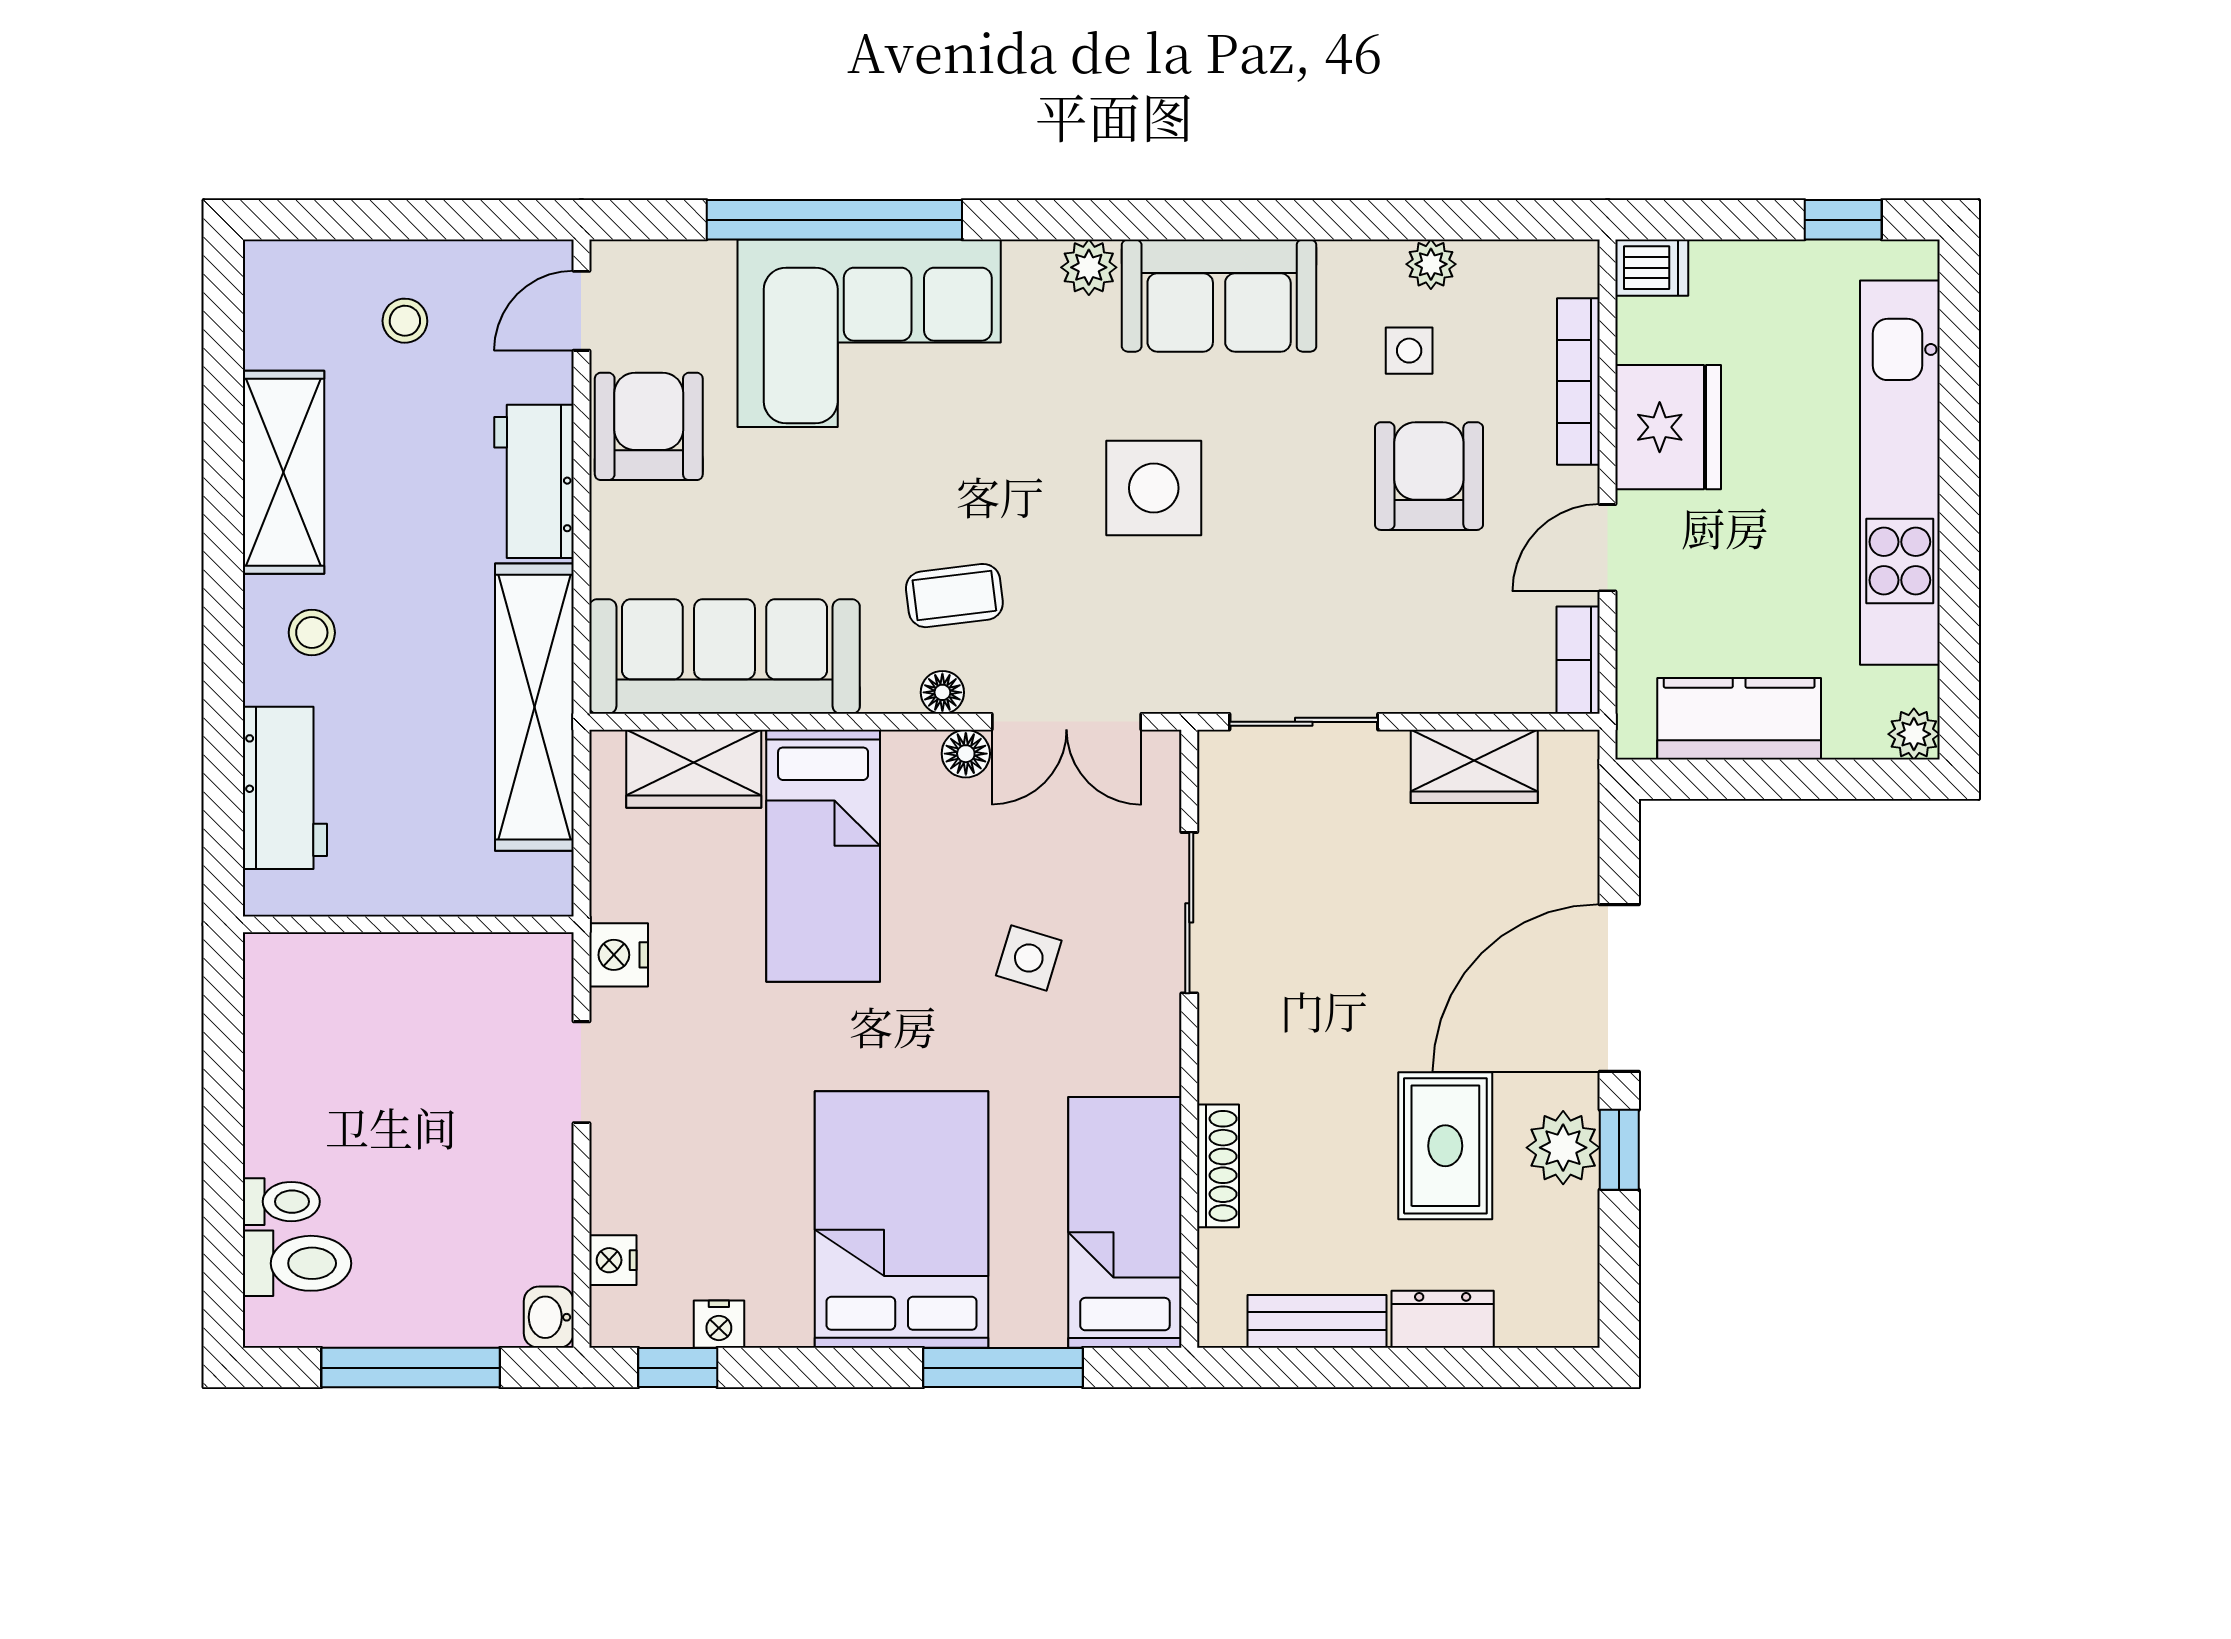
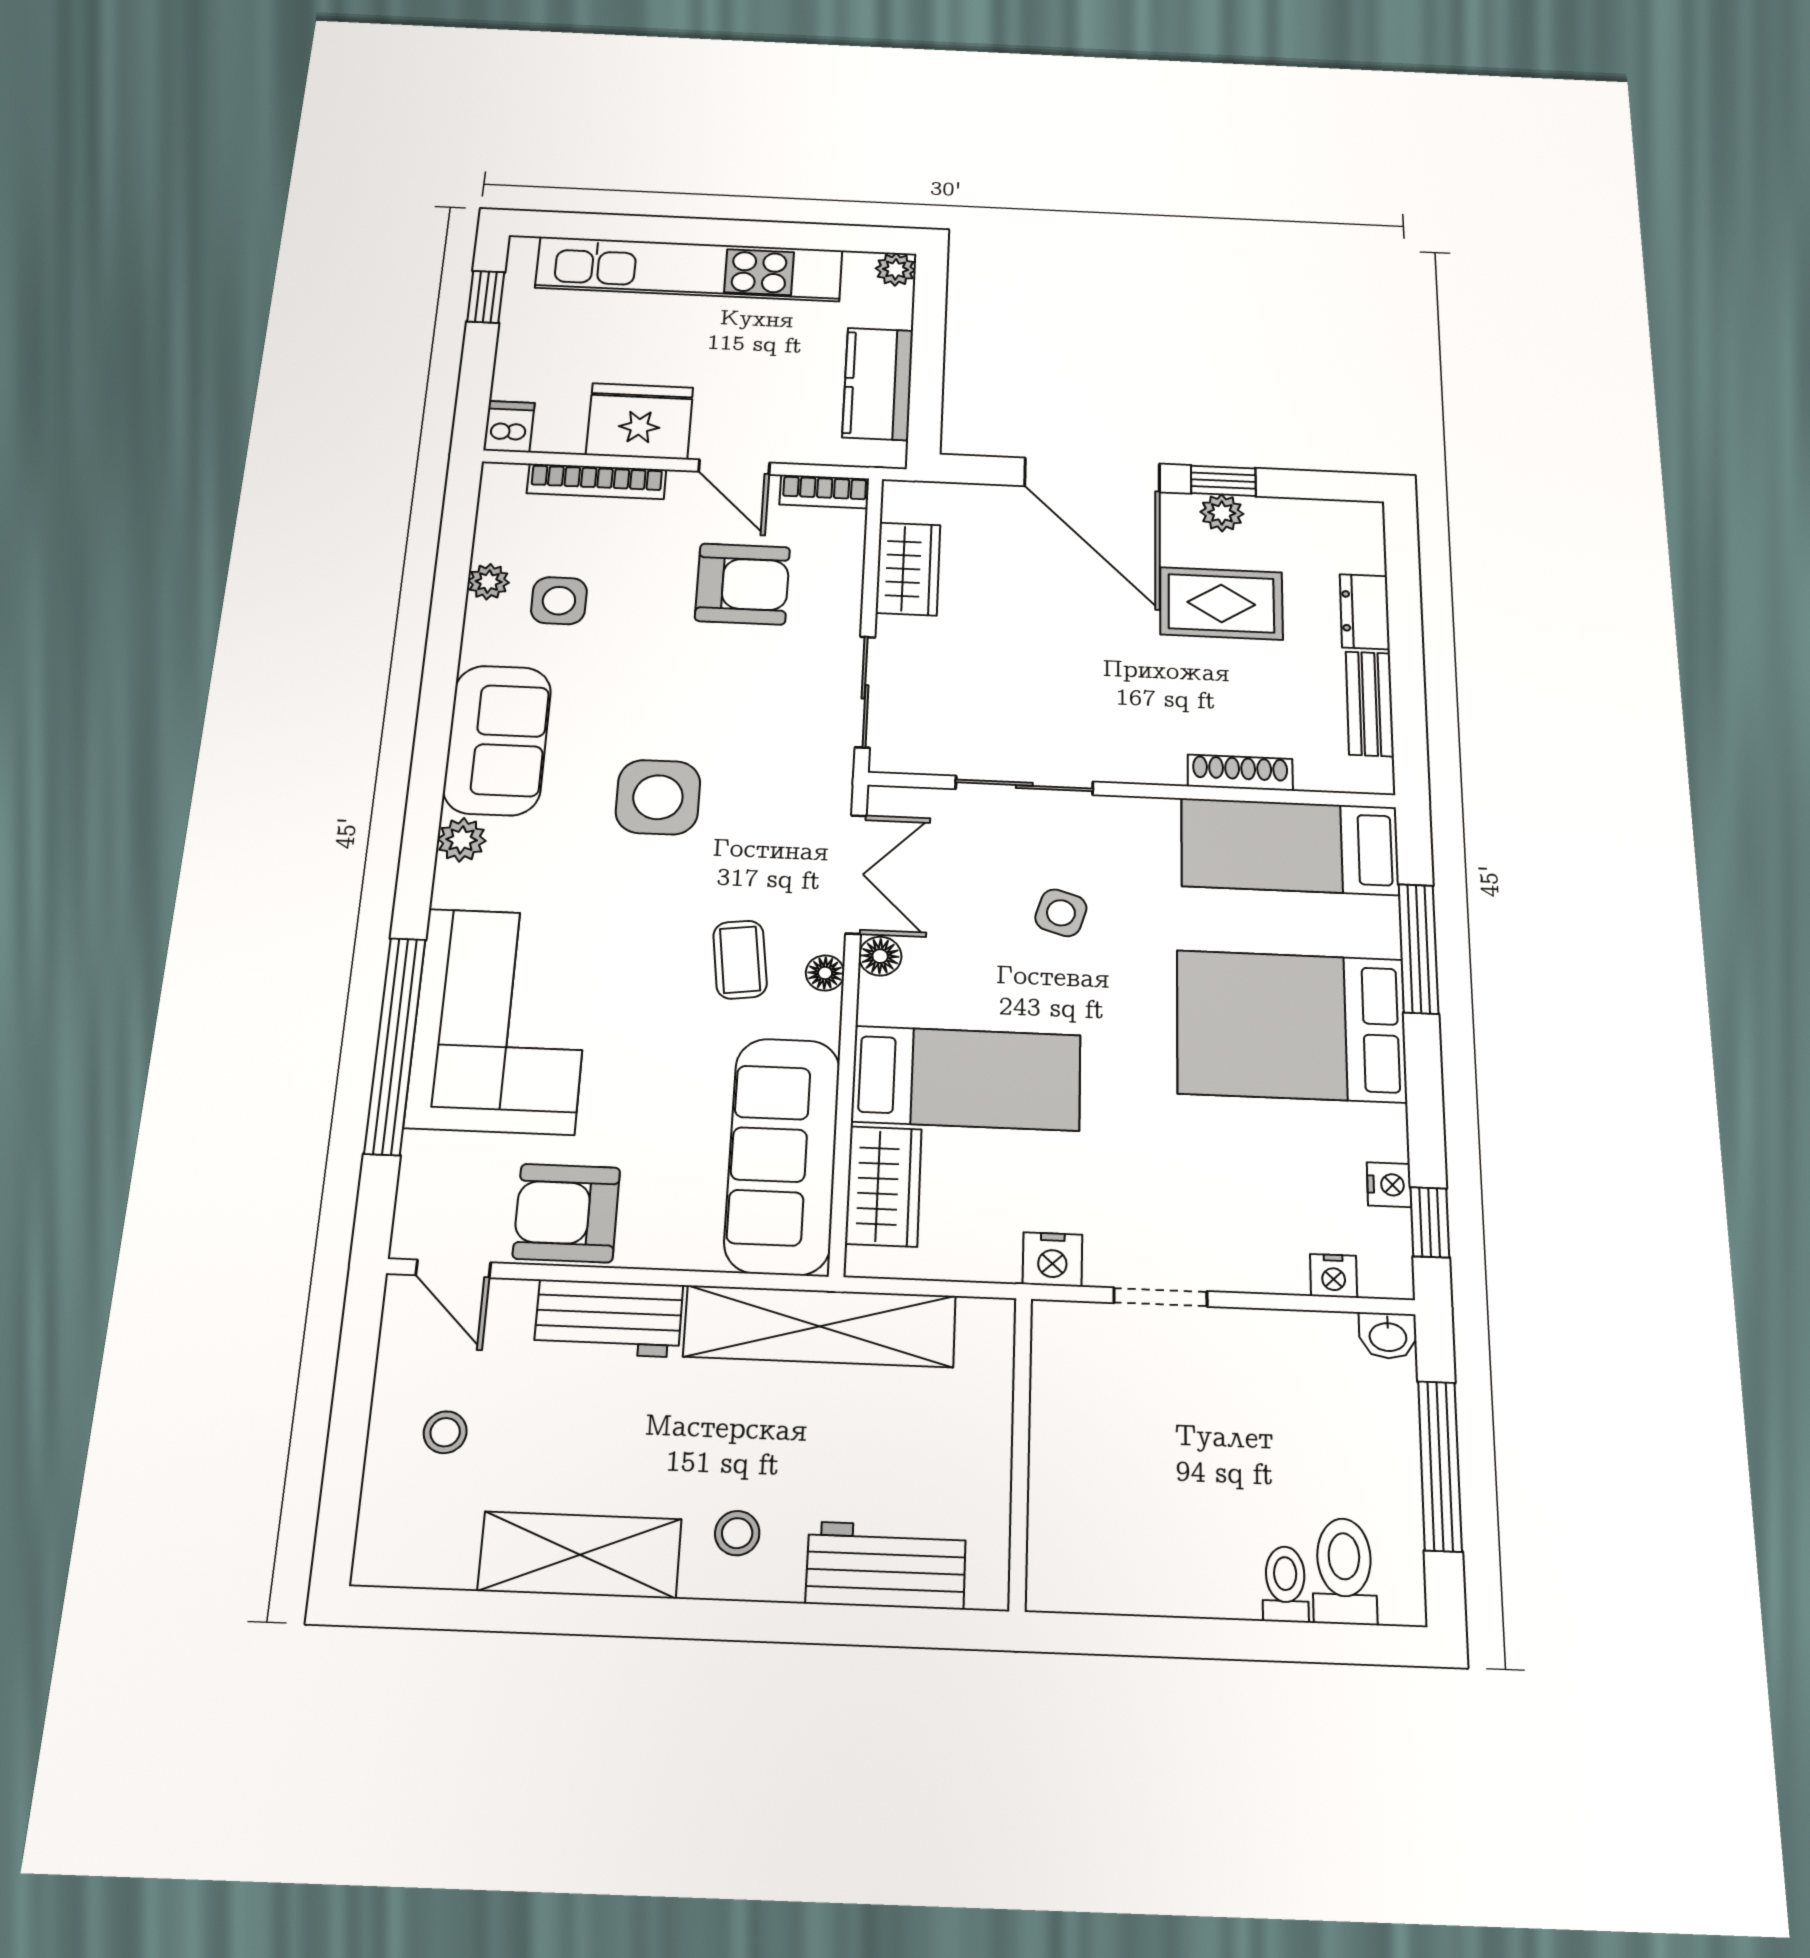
side table: (1409, 351) -> (559, 601), width x1.37, depth x1.37
armchair: (1429, 476) -> (743, 584), moved, turned 180
plant: (1563, 1148) -> (1222, 513), width x0.73, depth x0.73

